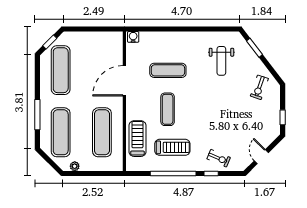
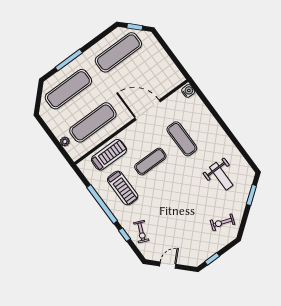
weight bench: (221, 61) -> (221, 176), turned -90
plant: (75, 166) -> (65, 141), moved

